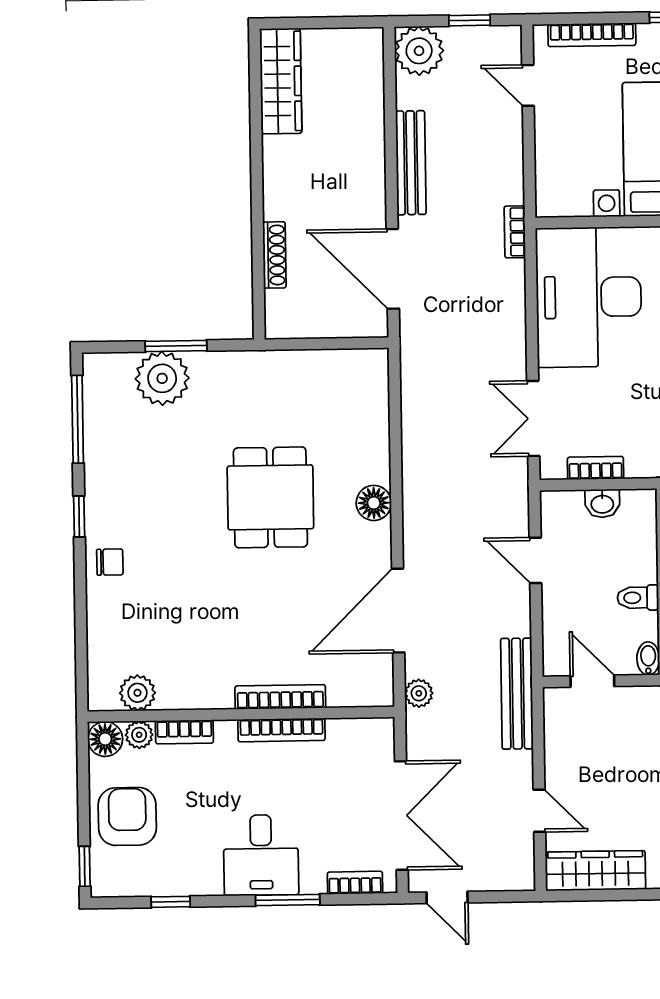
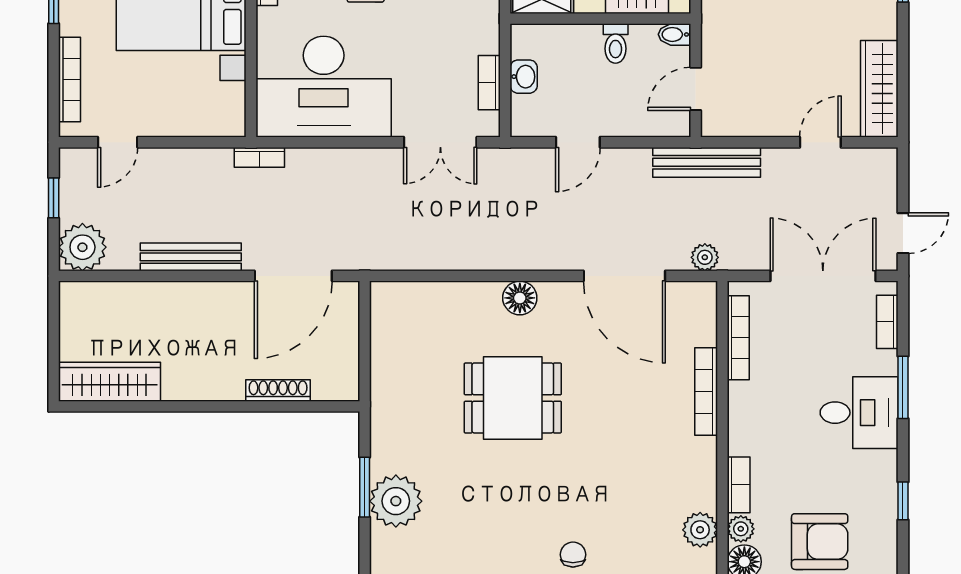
bookcase: (281, 730) -> (738, 338), moved
armchair: (127, 816) -> (820, 542), turned 180

